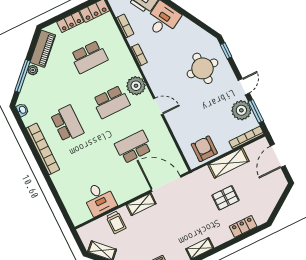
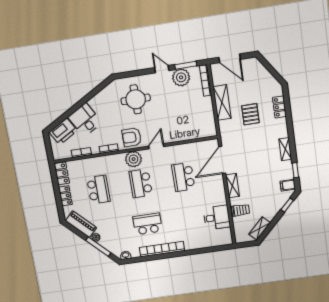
window: (226, 51) -> (127, 75), removed
school desk: (111, 102) -> (141, 183), turned 180
armchair: (204, 149) -> (132, 137), moved

